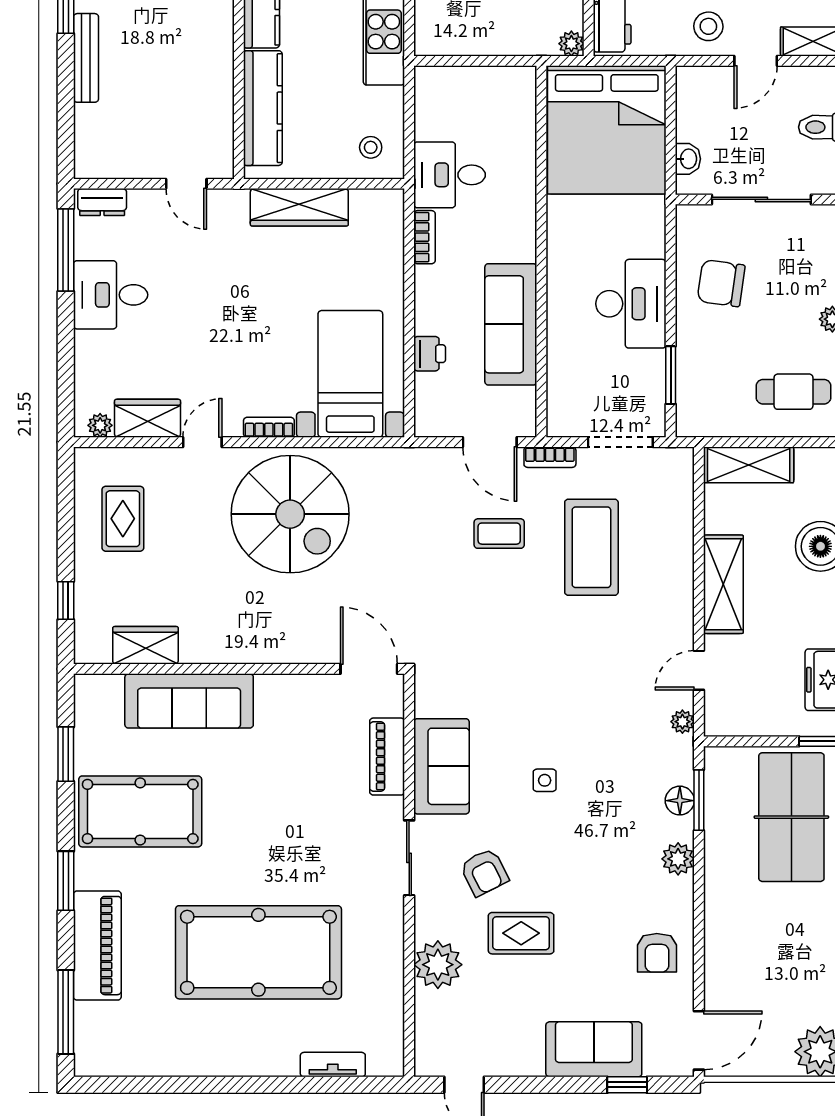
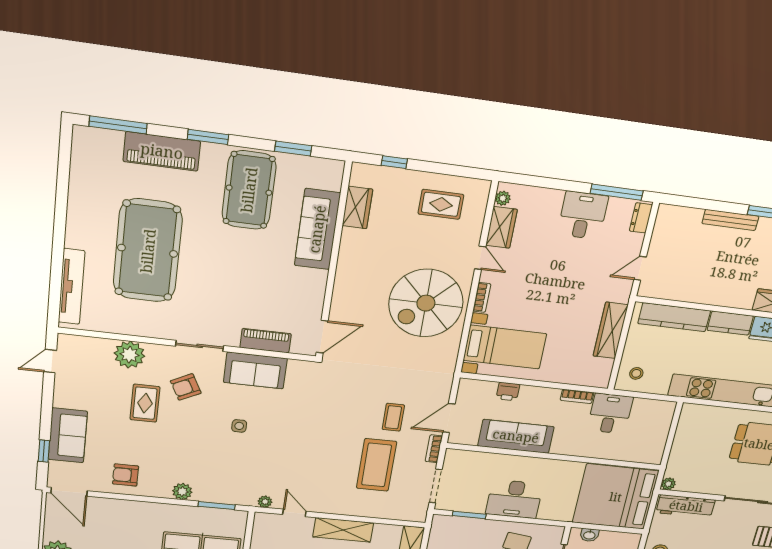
coffee table: (591, 547) -> (377, 465), turned 90
floor lamp: (680, 801) -> (218, 496), removed
tv unit: (333, 1065) -> (71, 287), width x1.92, depth x1.29

